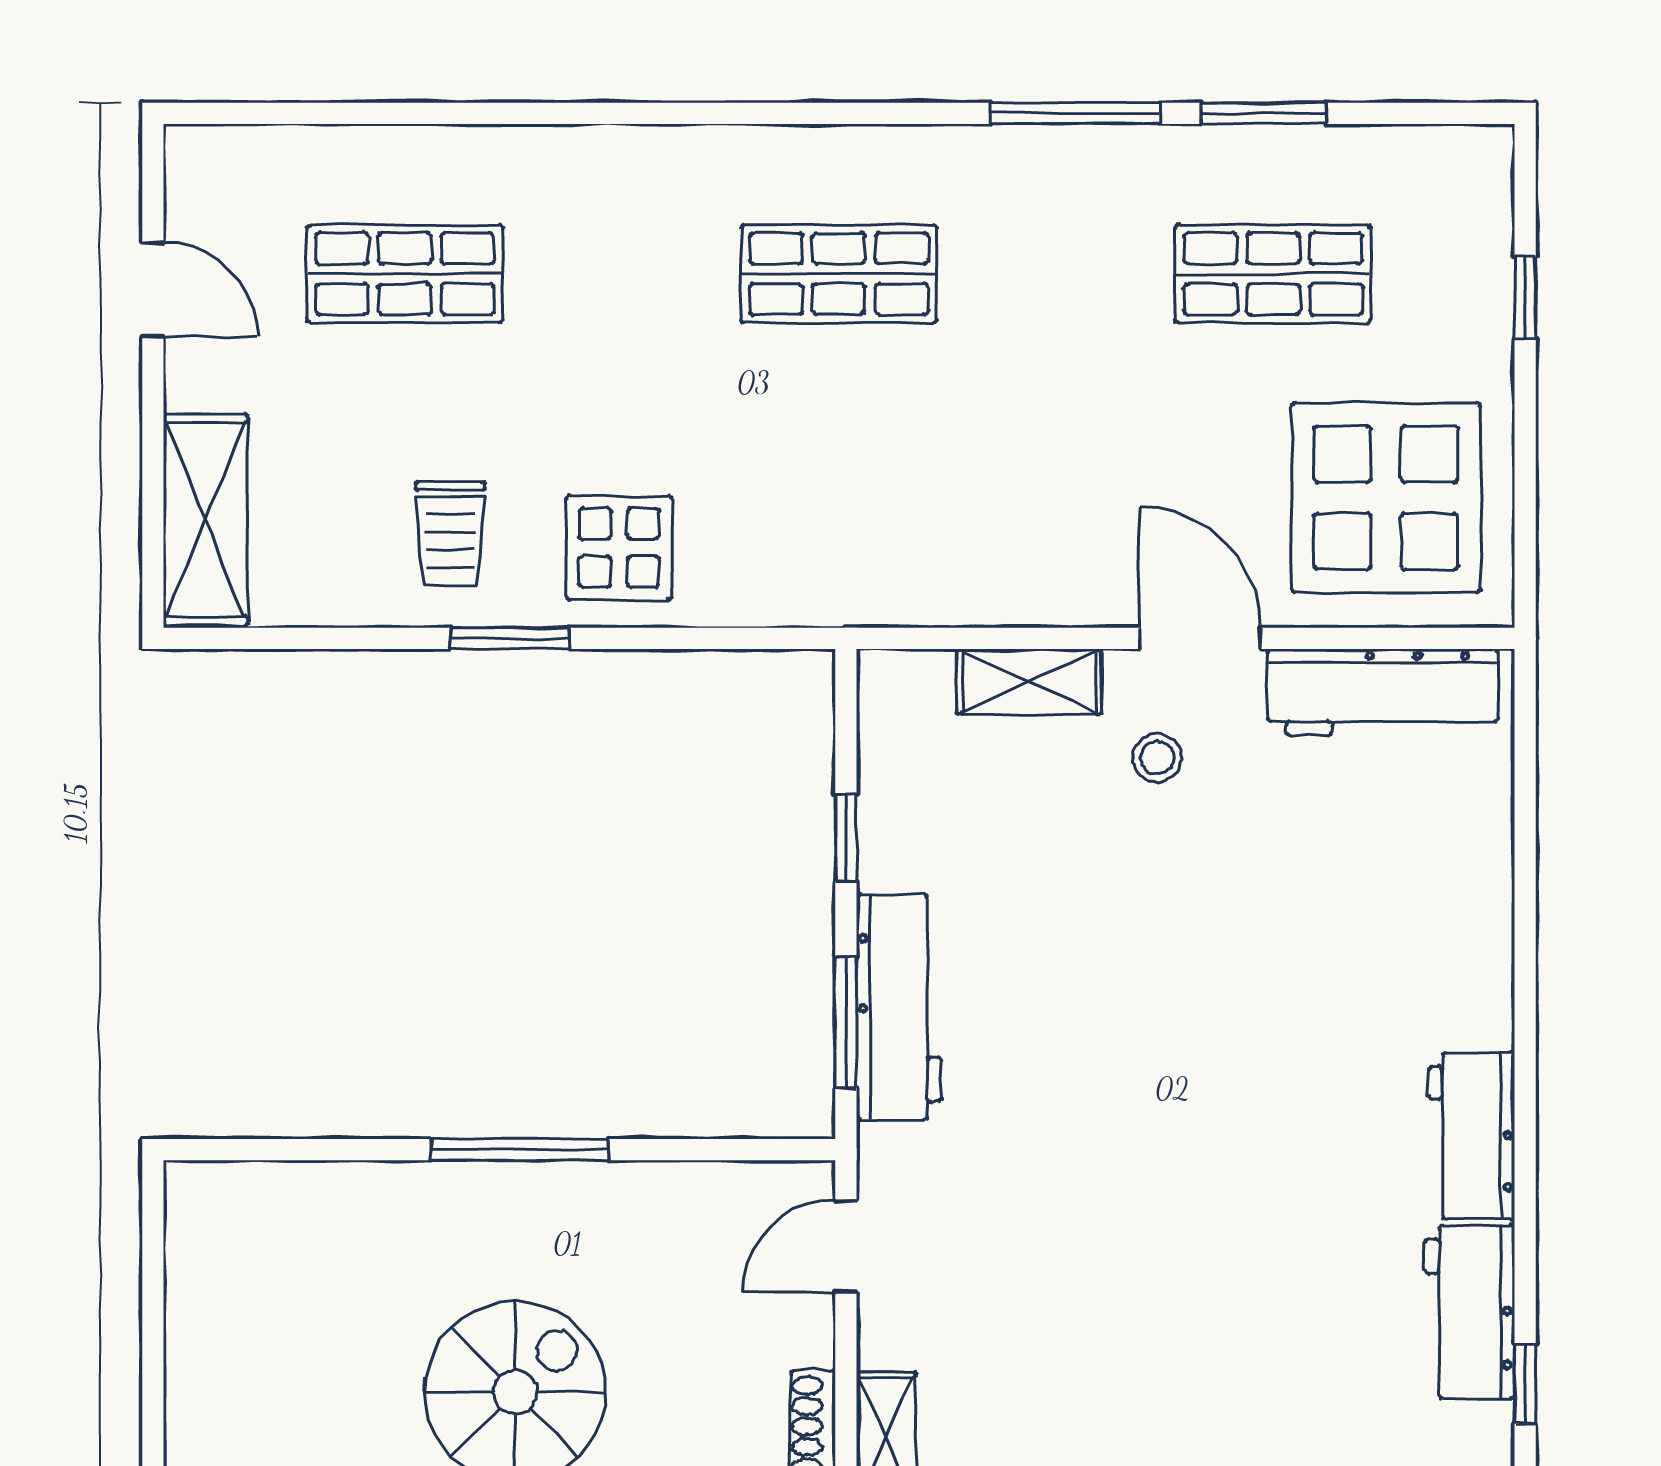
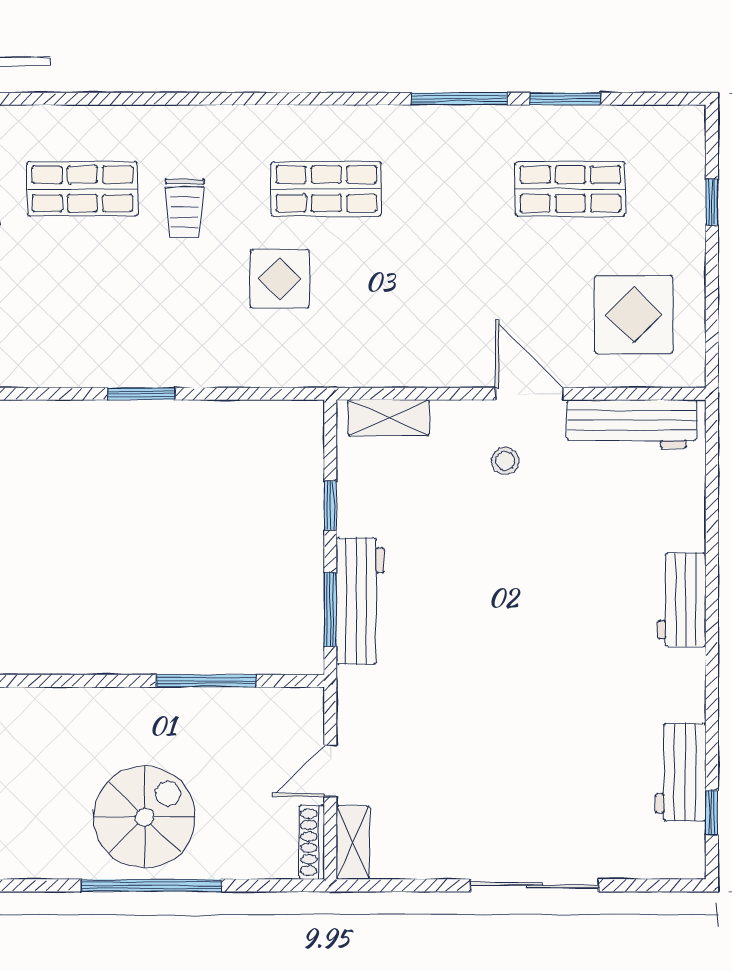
display table: (1386, 498) -> (634, 315), width x0.73, depth x0.73
trolley: (450, 534) -> (185, 208), moved
display table: (619, 548) -> (280, 279), moved
shelving: (1029, 681) -> (389, 418), moved
workbench: (1472, 1136) -> (682, 600), moved
window: (520, 1150) -> (206, 681), moved
door: (846, 1246) -> (330, 771), moved

